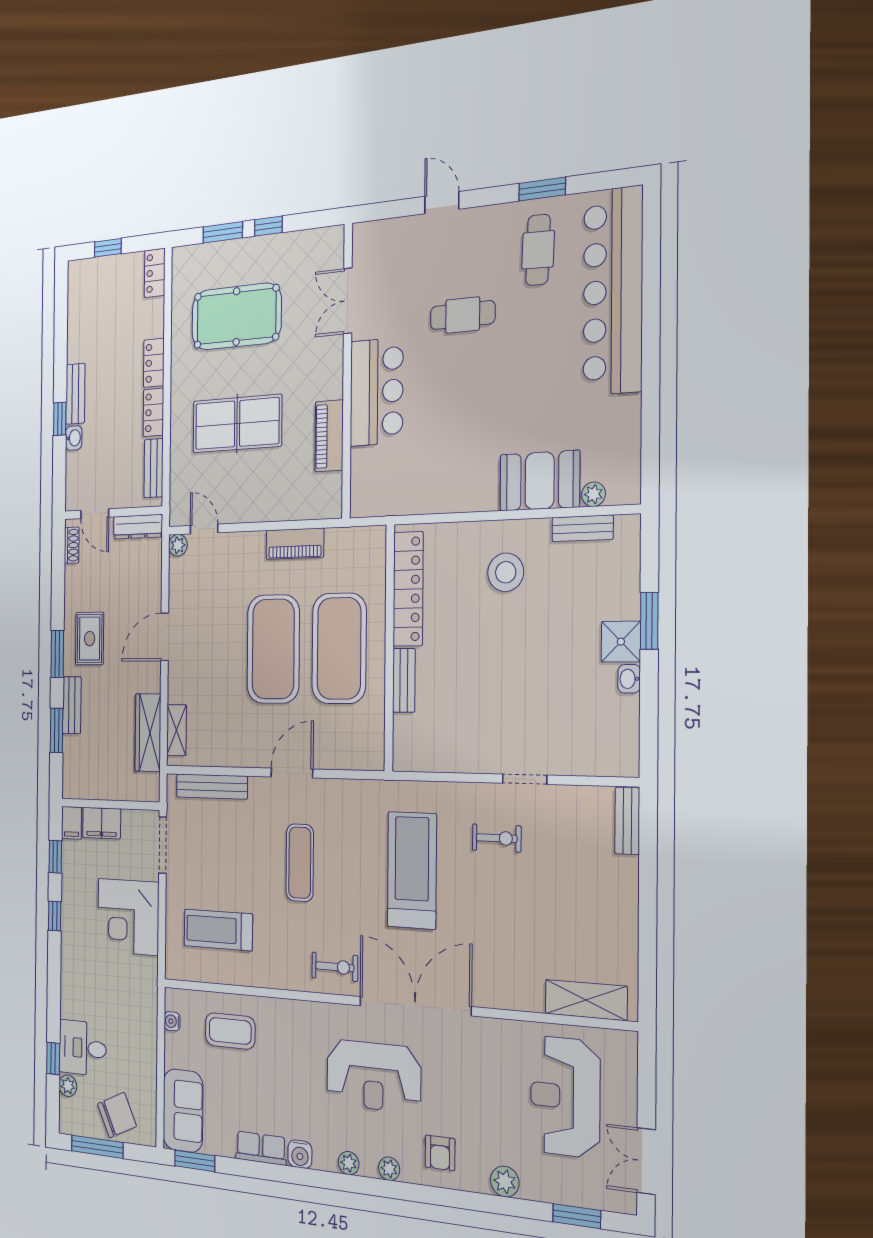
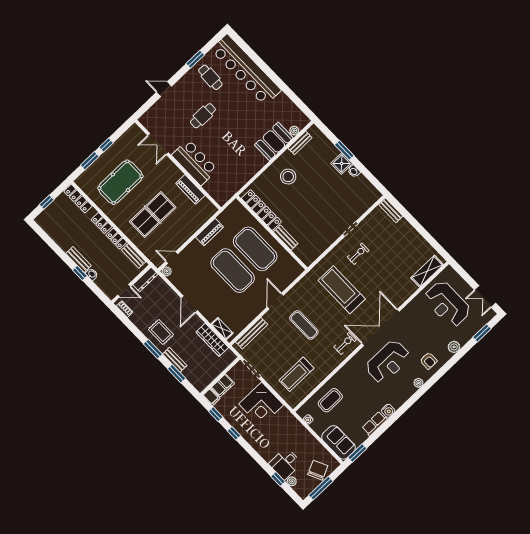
locker: (155, 273) -> (78, 199), width x1.53
plant: (349, 1163) -> (405, 396), removed

